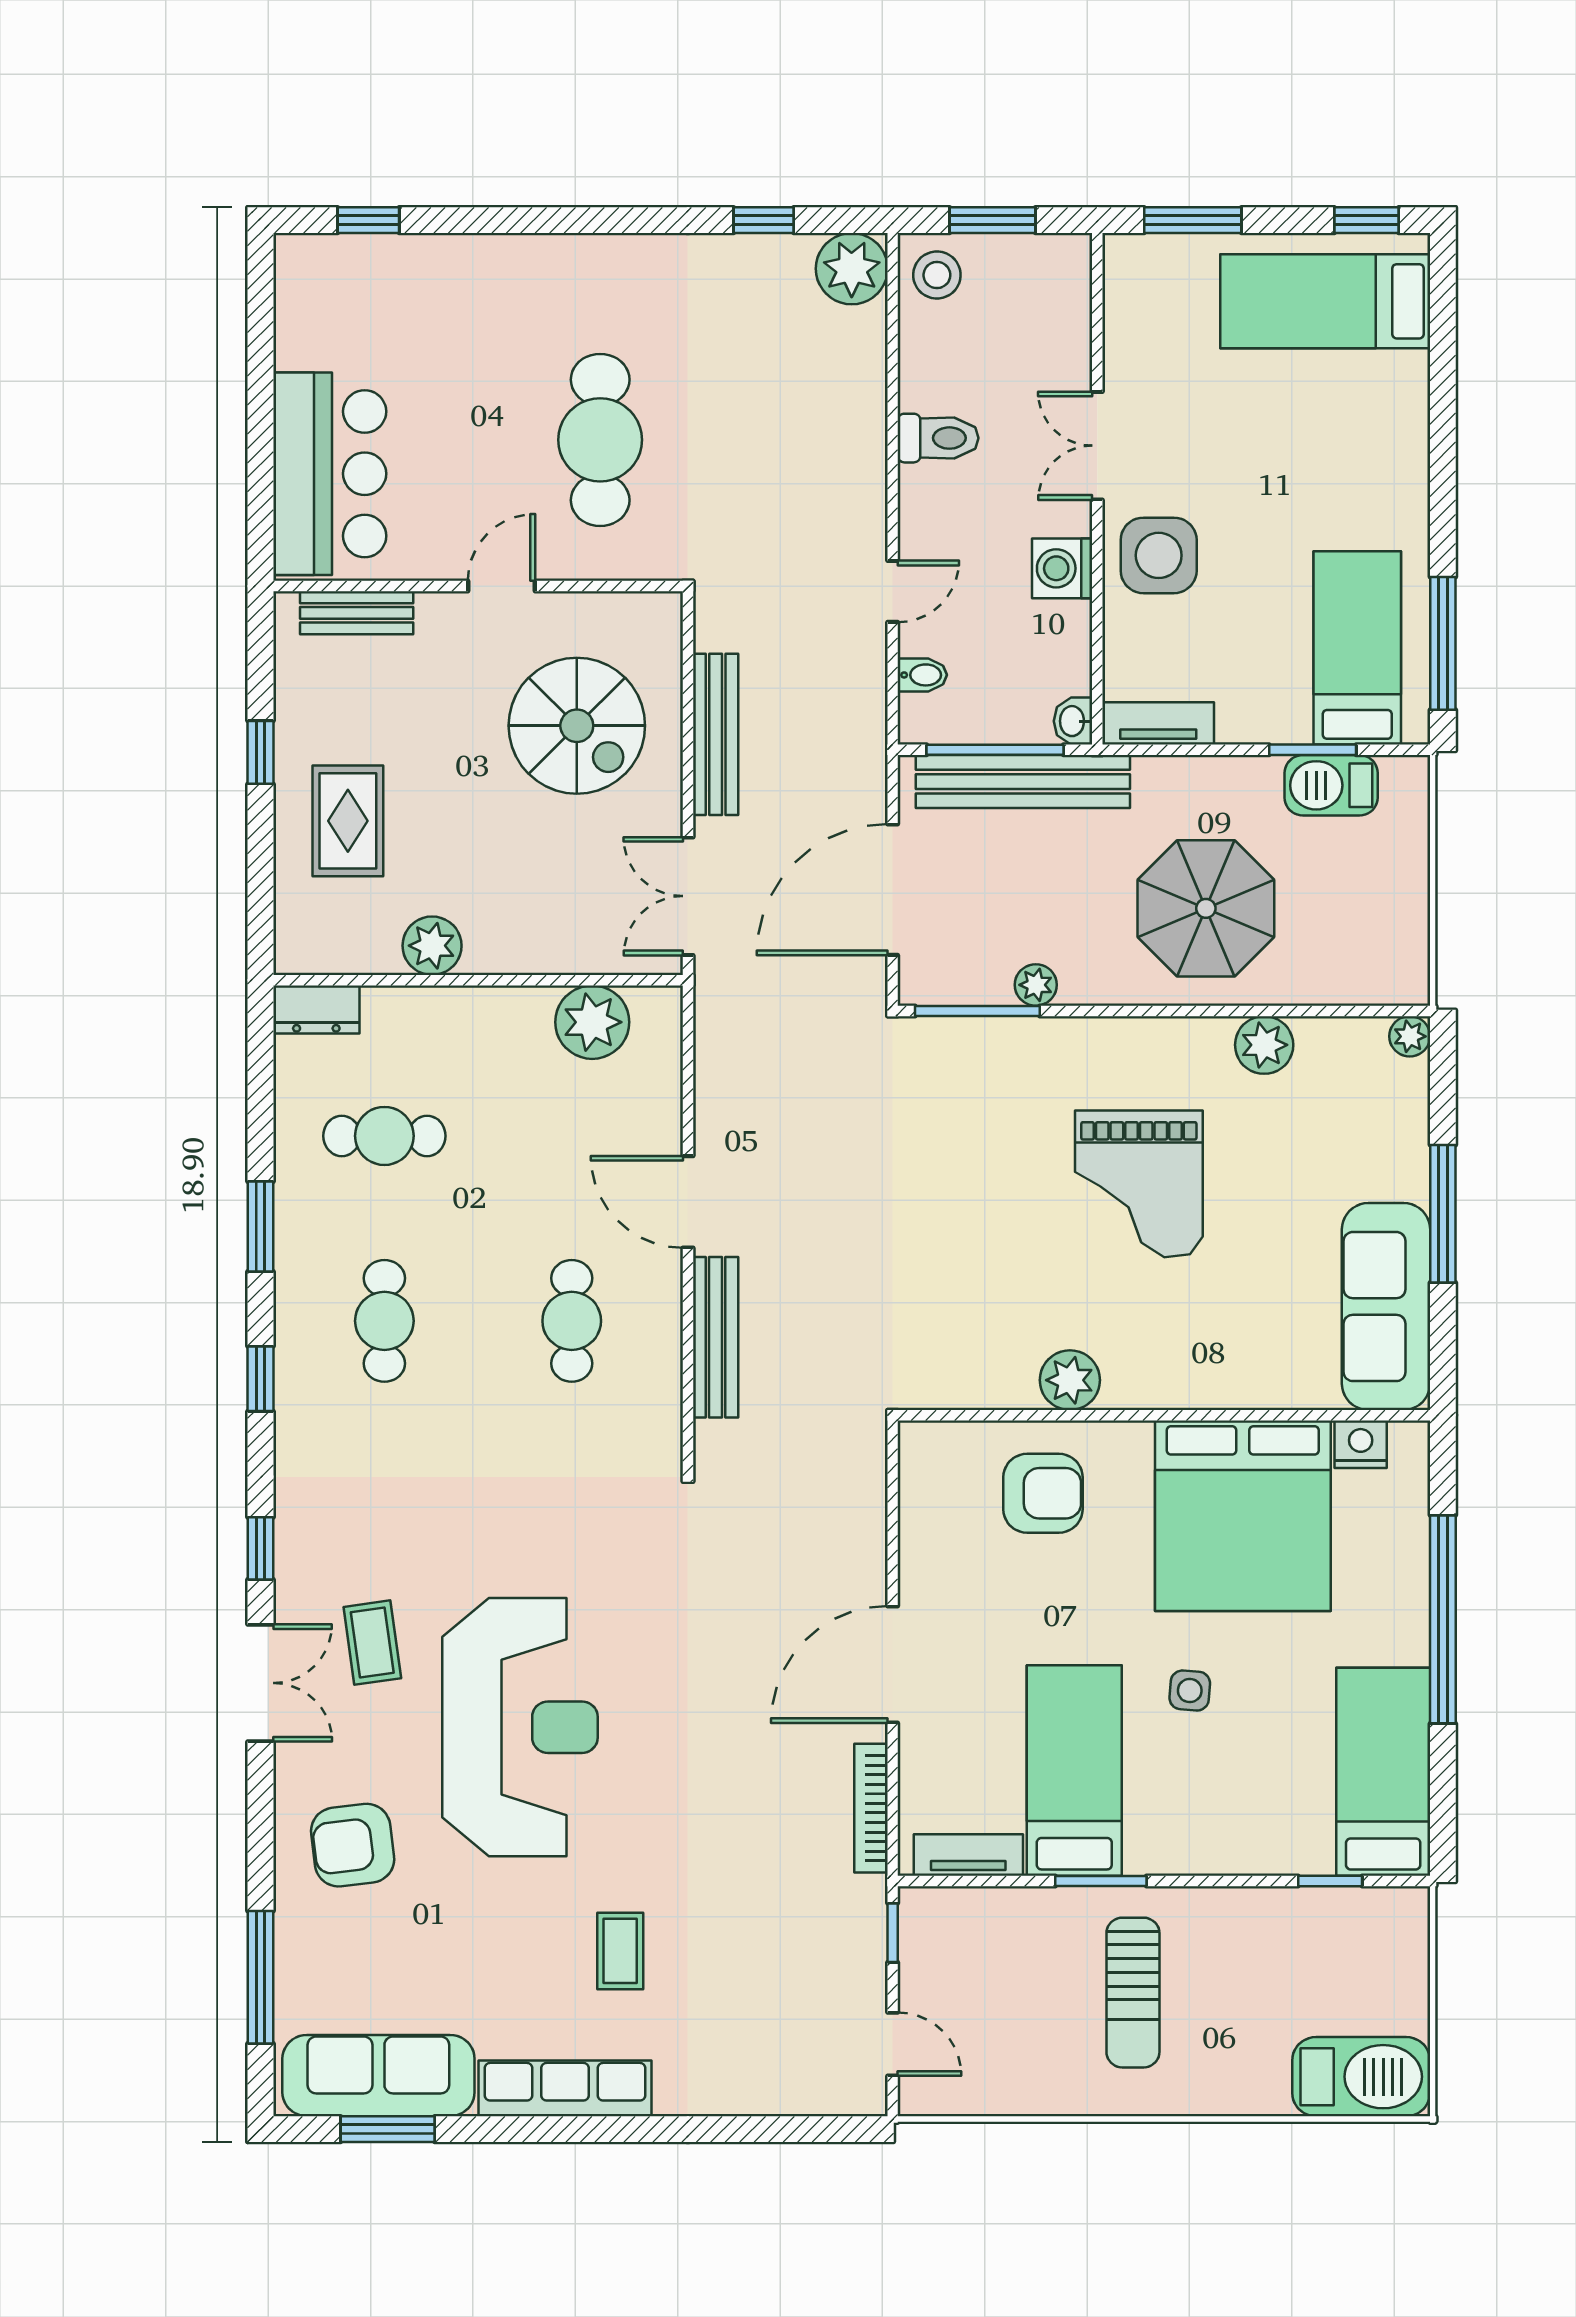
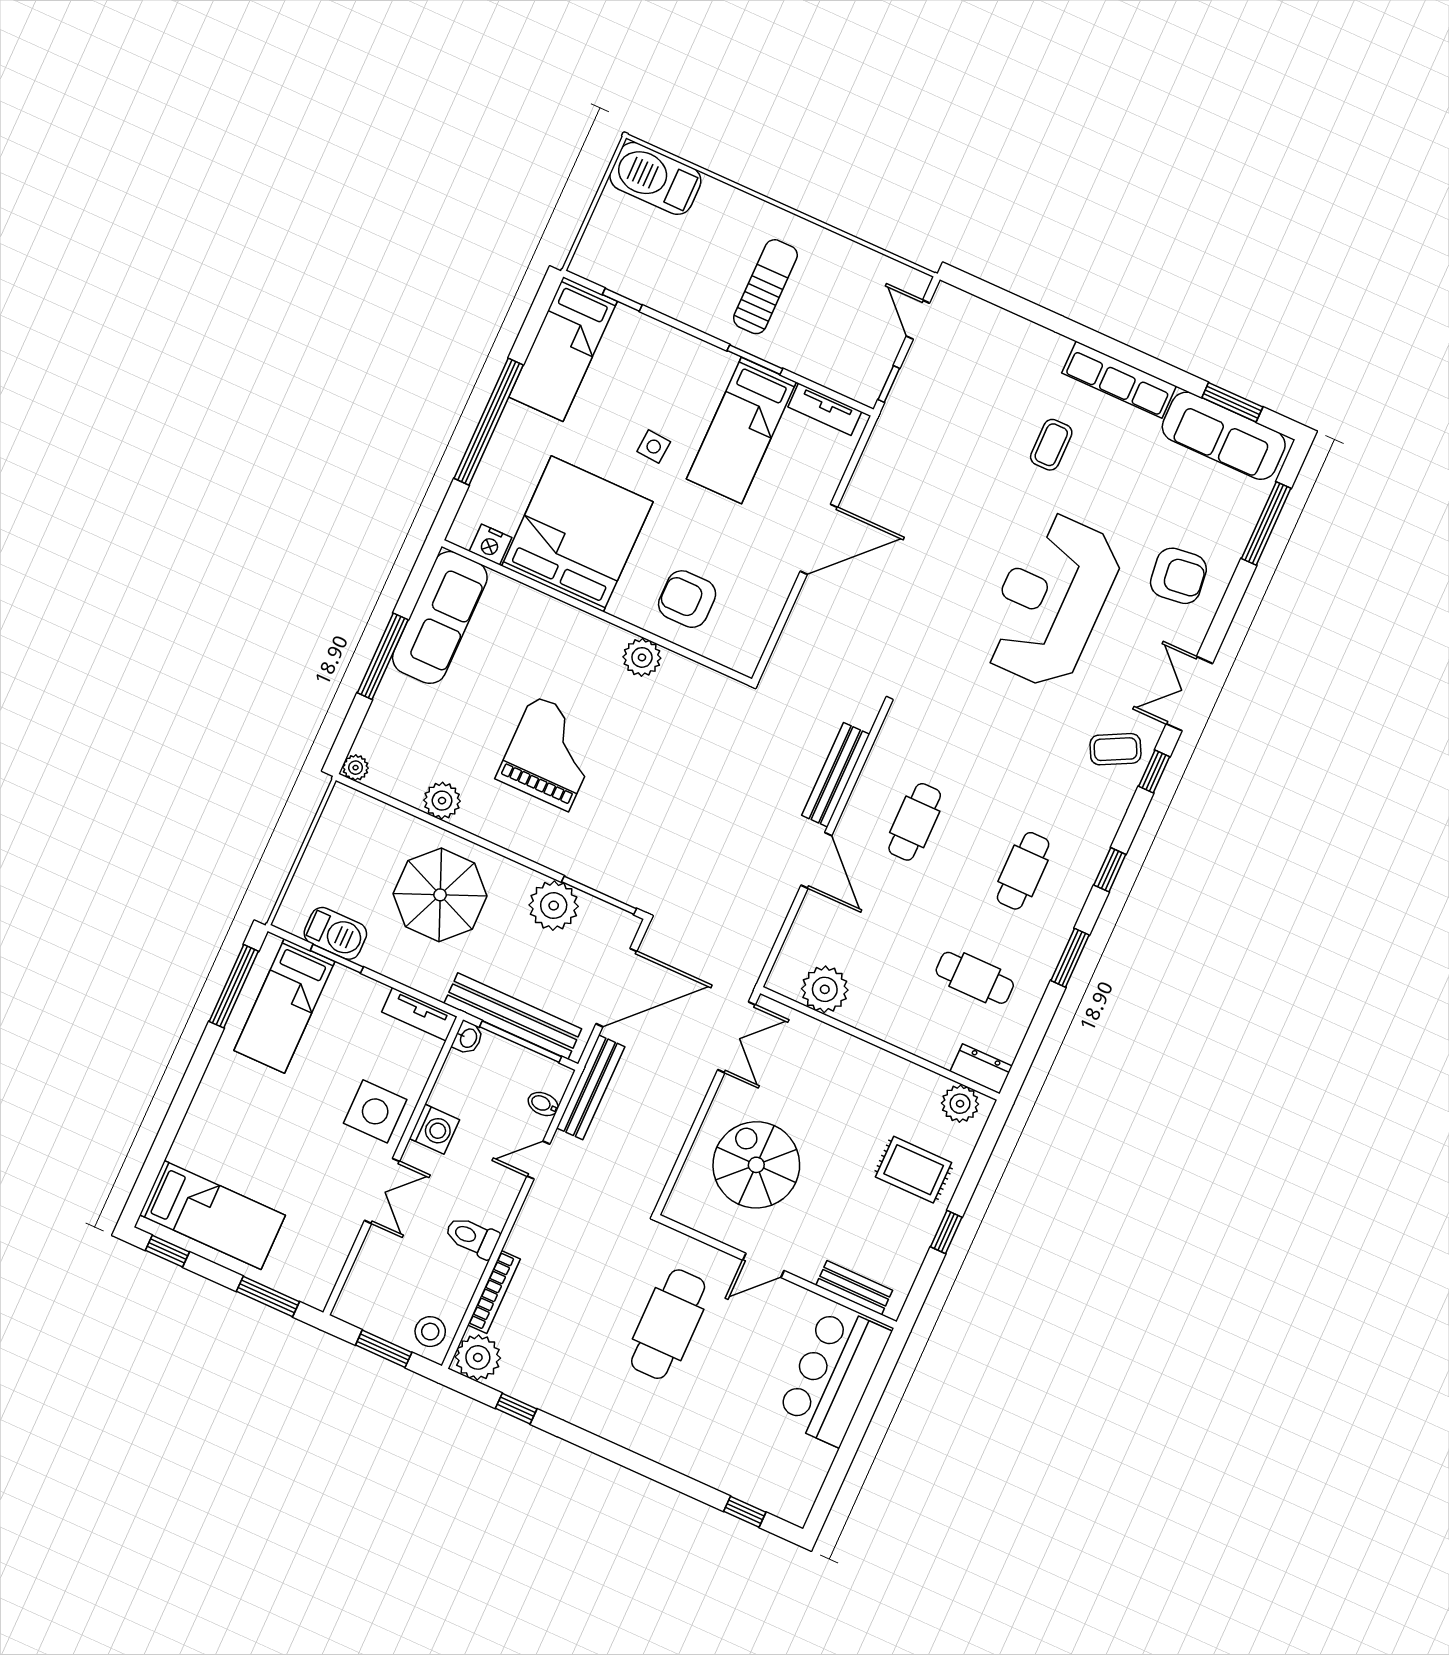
bench: (716, 734) -> (591, 1087), moved
rug: (348, 821) -> (914, 1170), turned 90
plant: (432, 946) -> (960, 1104), moved
plant: (1036, 985) -> (554, 906), width x1.88, depth x1.88
coffee table: (372, 1643) -> (1115, 749), moved, turned 71
bookcase: (871, 1808) -> (494, 1292), moved

